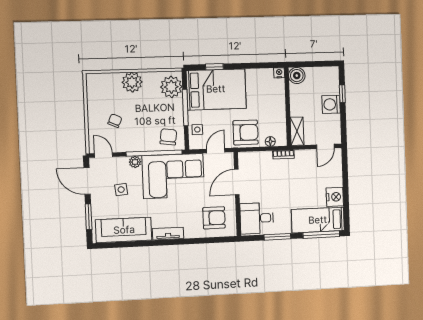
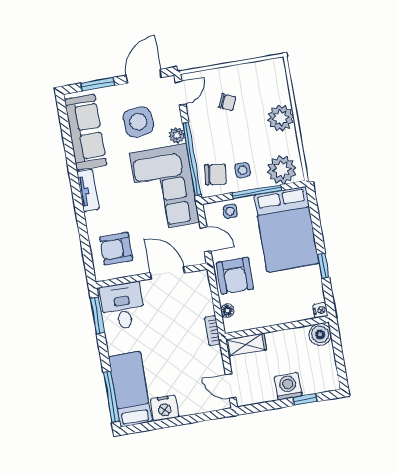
window: (214, 67) -> (323, 266), moved
side table: (168, 116) -> (243, 170), added
side table: (121, 190) -> (138, 122), width x1.87, depth x1.87
armchair: (214, 218) -> (116, 249), turned 90
window: (277, 237) -> (97, 315), moved

